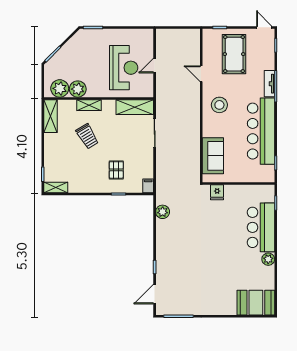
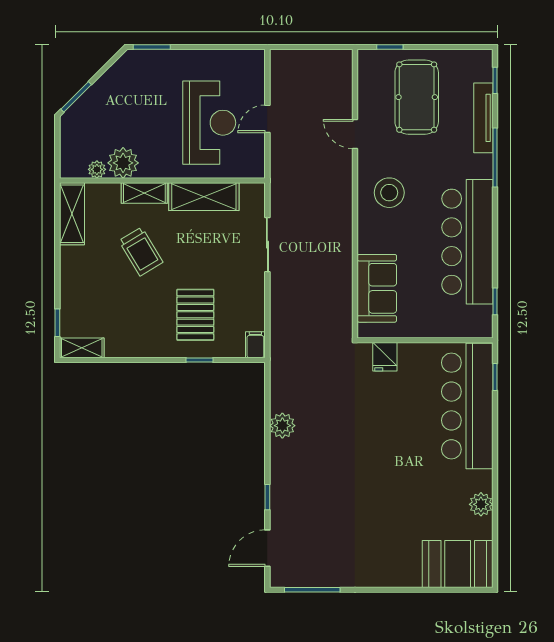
door: (264, 27) -> (473, 47), removed
tv unit: (270, 84) -> (483, 118), moved, width x1.41
plant: (60, 88) -> (97, 169), width x0.53, depth x0.53
shelving: (135, 107) -> (204, 197), moved
pallet: (116, 170) -> (195, 315), width x1.50, depth x1.42
plant: (163, 212) -> (282, 426), moved
bar counter: (261, 227) -> (467, 406), width x1.36
plant: (268, 259) -> (481, 504), moved

